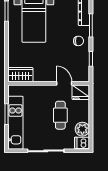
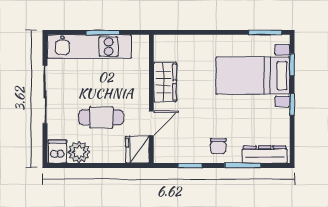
wardrobe: (20, 75) -> (165, 82), moved

